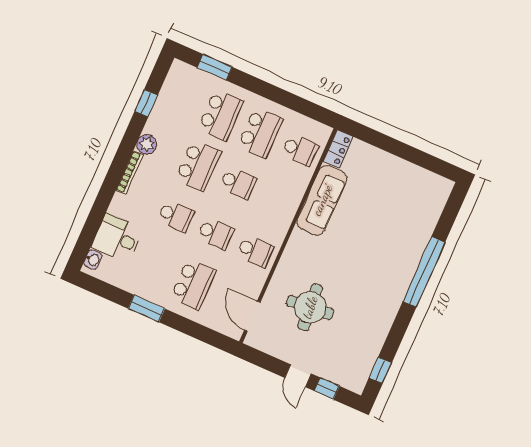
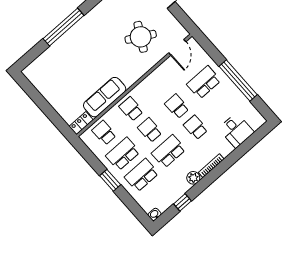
window: (215, 67) -> (110, 180), moved
school desk: (255, 251) -> (131, 109), moved
washbasin: (93, 260) -> (155, 214), moved
round table: (310, 307) -> (141, 37), turned 34
window: (146, 309) -> (238, 81), width x2.11

